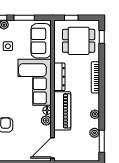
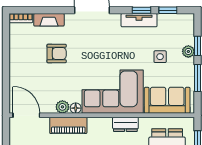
dresser: (59, 77) -> (125, 124), width x0.70
piano: (62, 111) -> (68, 125), width x0.73, depth x0.75

